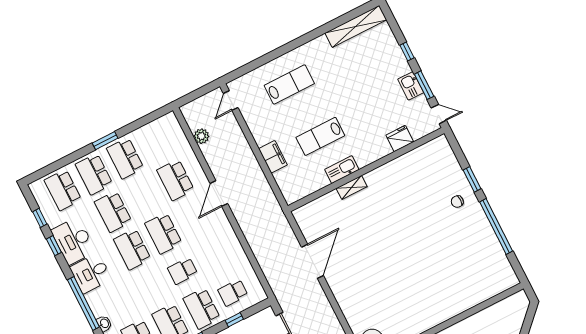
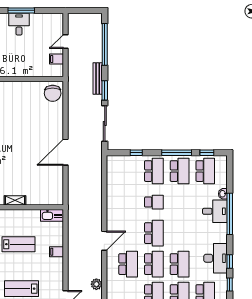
filing cabinet: (273, 157) -> (56, 252), width x0.50
kitchen sink: (342, 170) -> (52, 215), moved
school desk: (132, 249) -> (154, 264), moved
door: (313, 261) -> (65, 152), moved
desk: (91, 273) -> (215, 211), moved
school desk: (233, 293) -> (128, 171), removed

